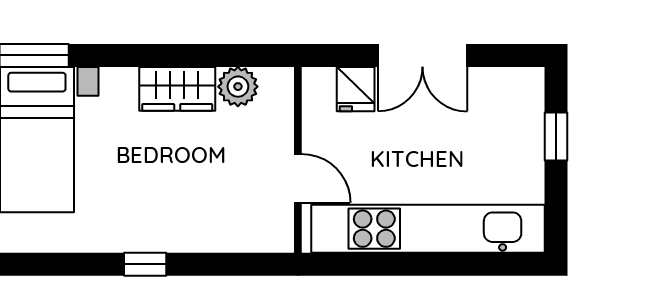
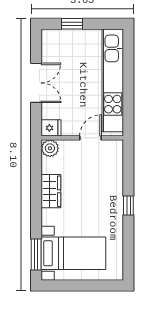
plant: (238, 87) -> (50, 148), moved
fridge: (356, 89) -> (51, 128), moved

